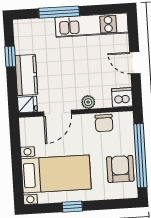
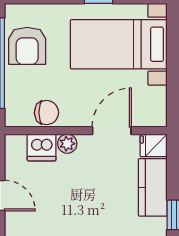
dishwasher: (122, 97) -> (42, 147), moved
chair: (104, 123) -> (47, 113), turned 90

